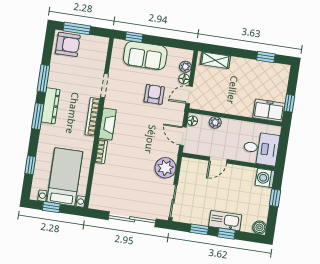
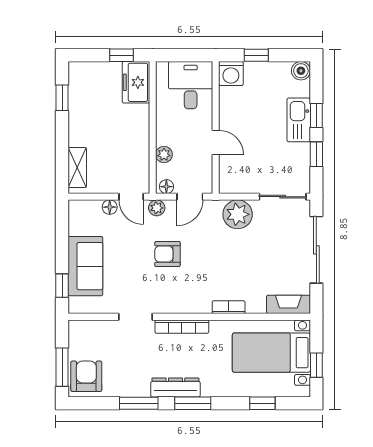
plant: (185, 67) -> (157, 208), moved
armchair: (154, 94) -> (167, 254), moved
fireplace: (107, 124) -> (288, 304), moved

